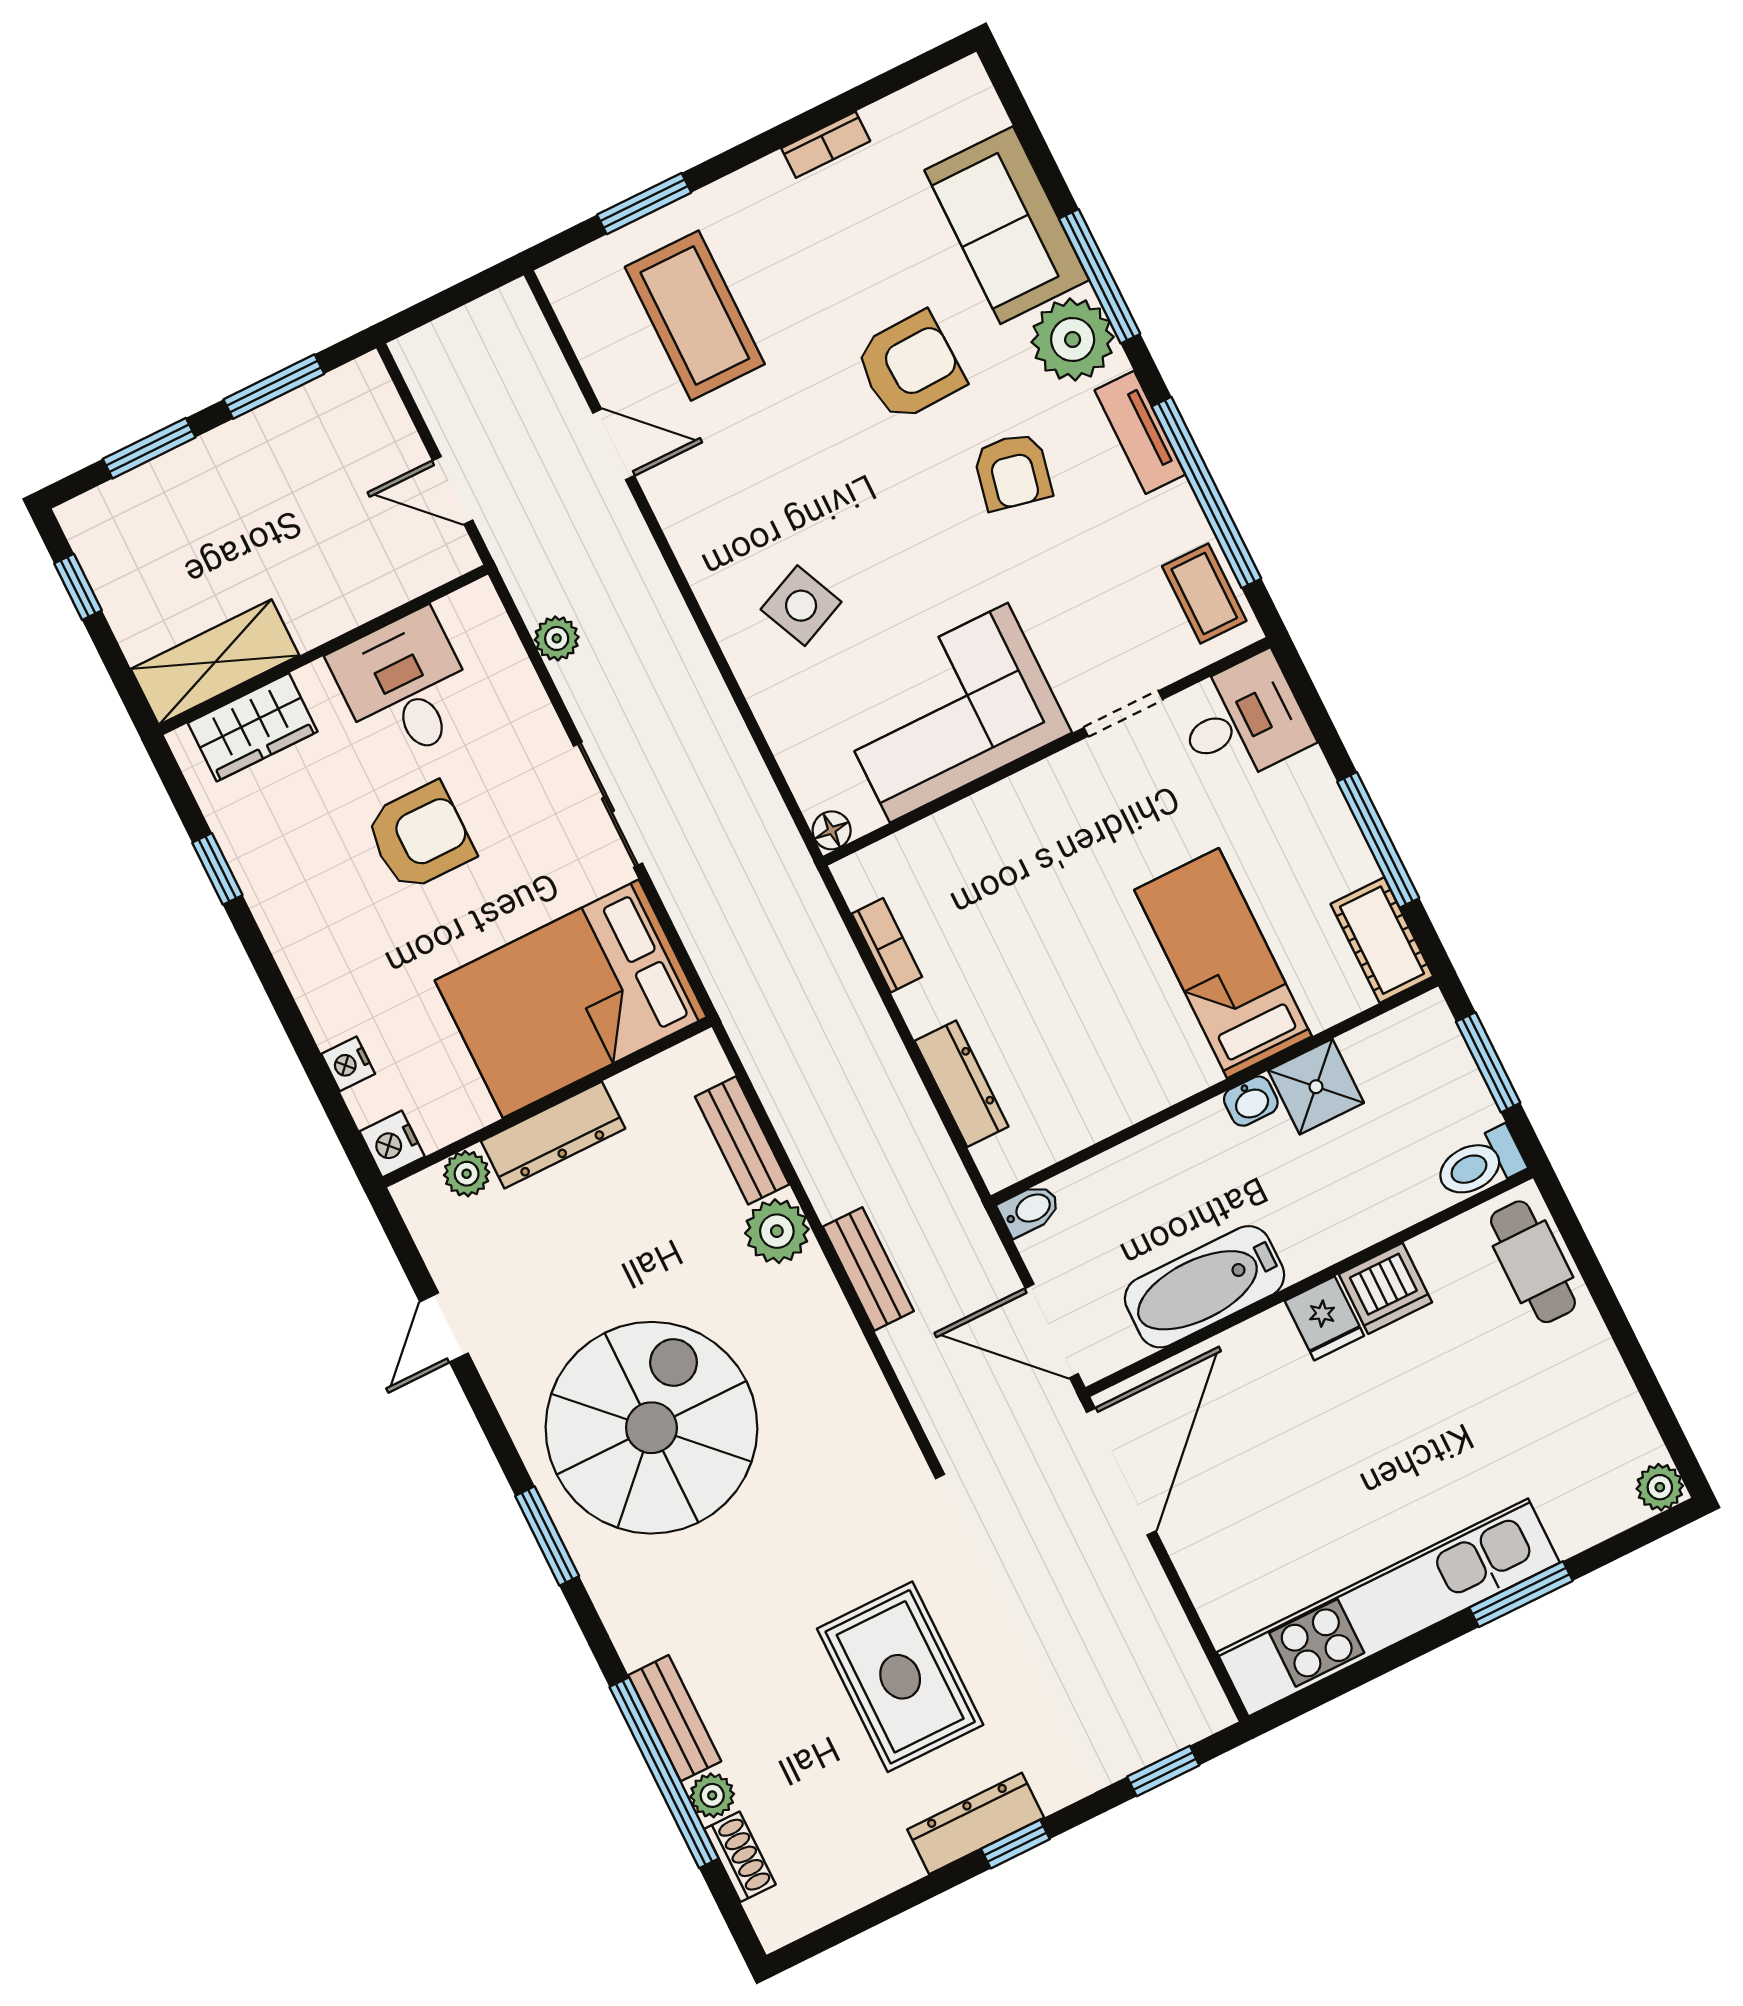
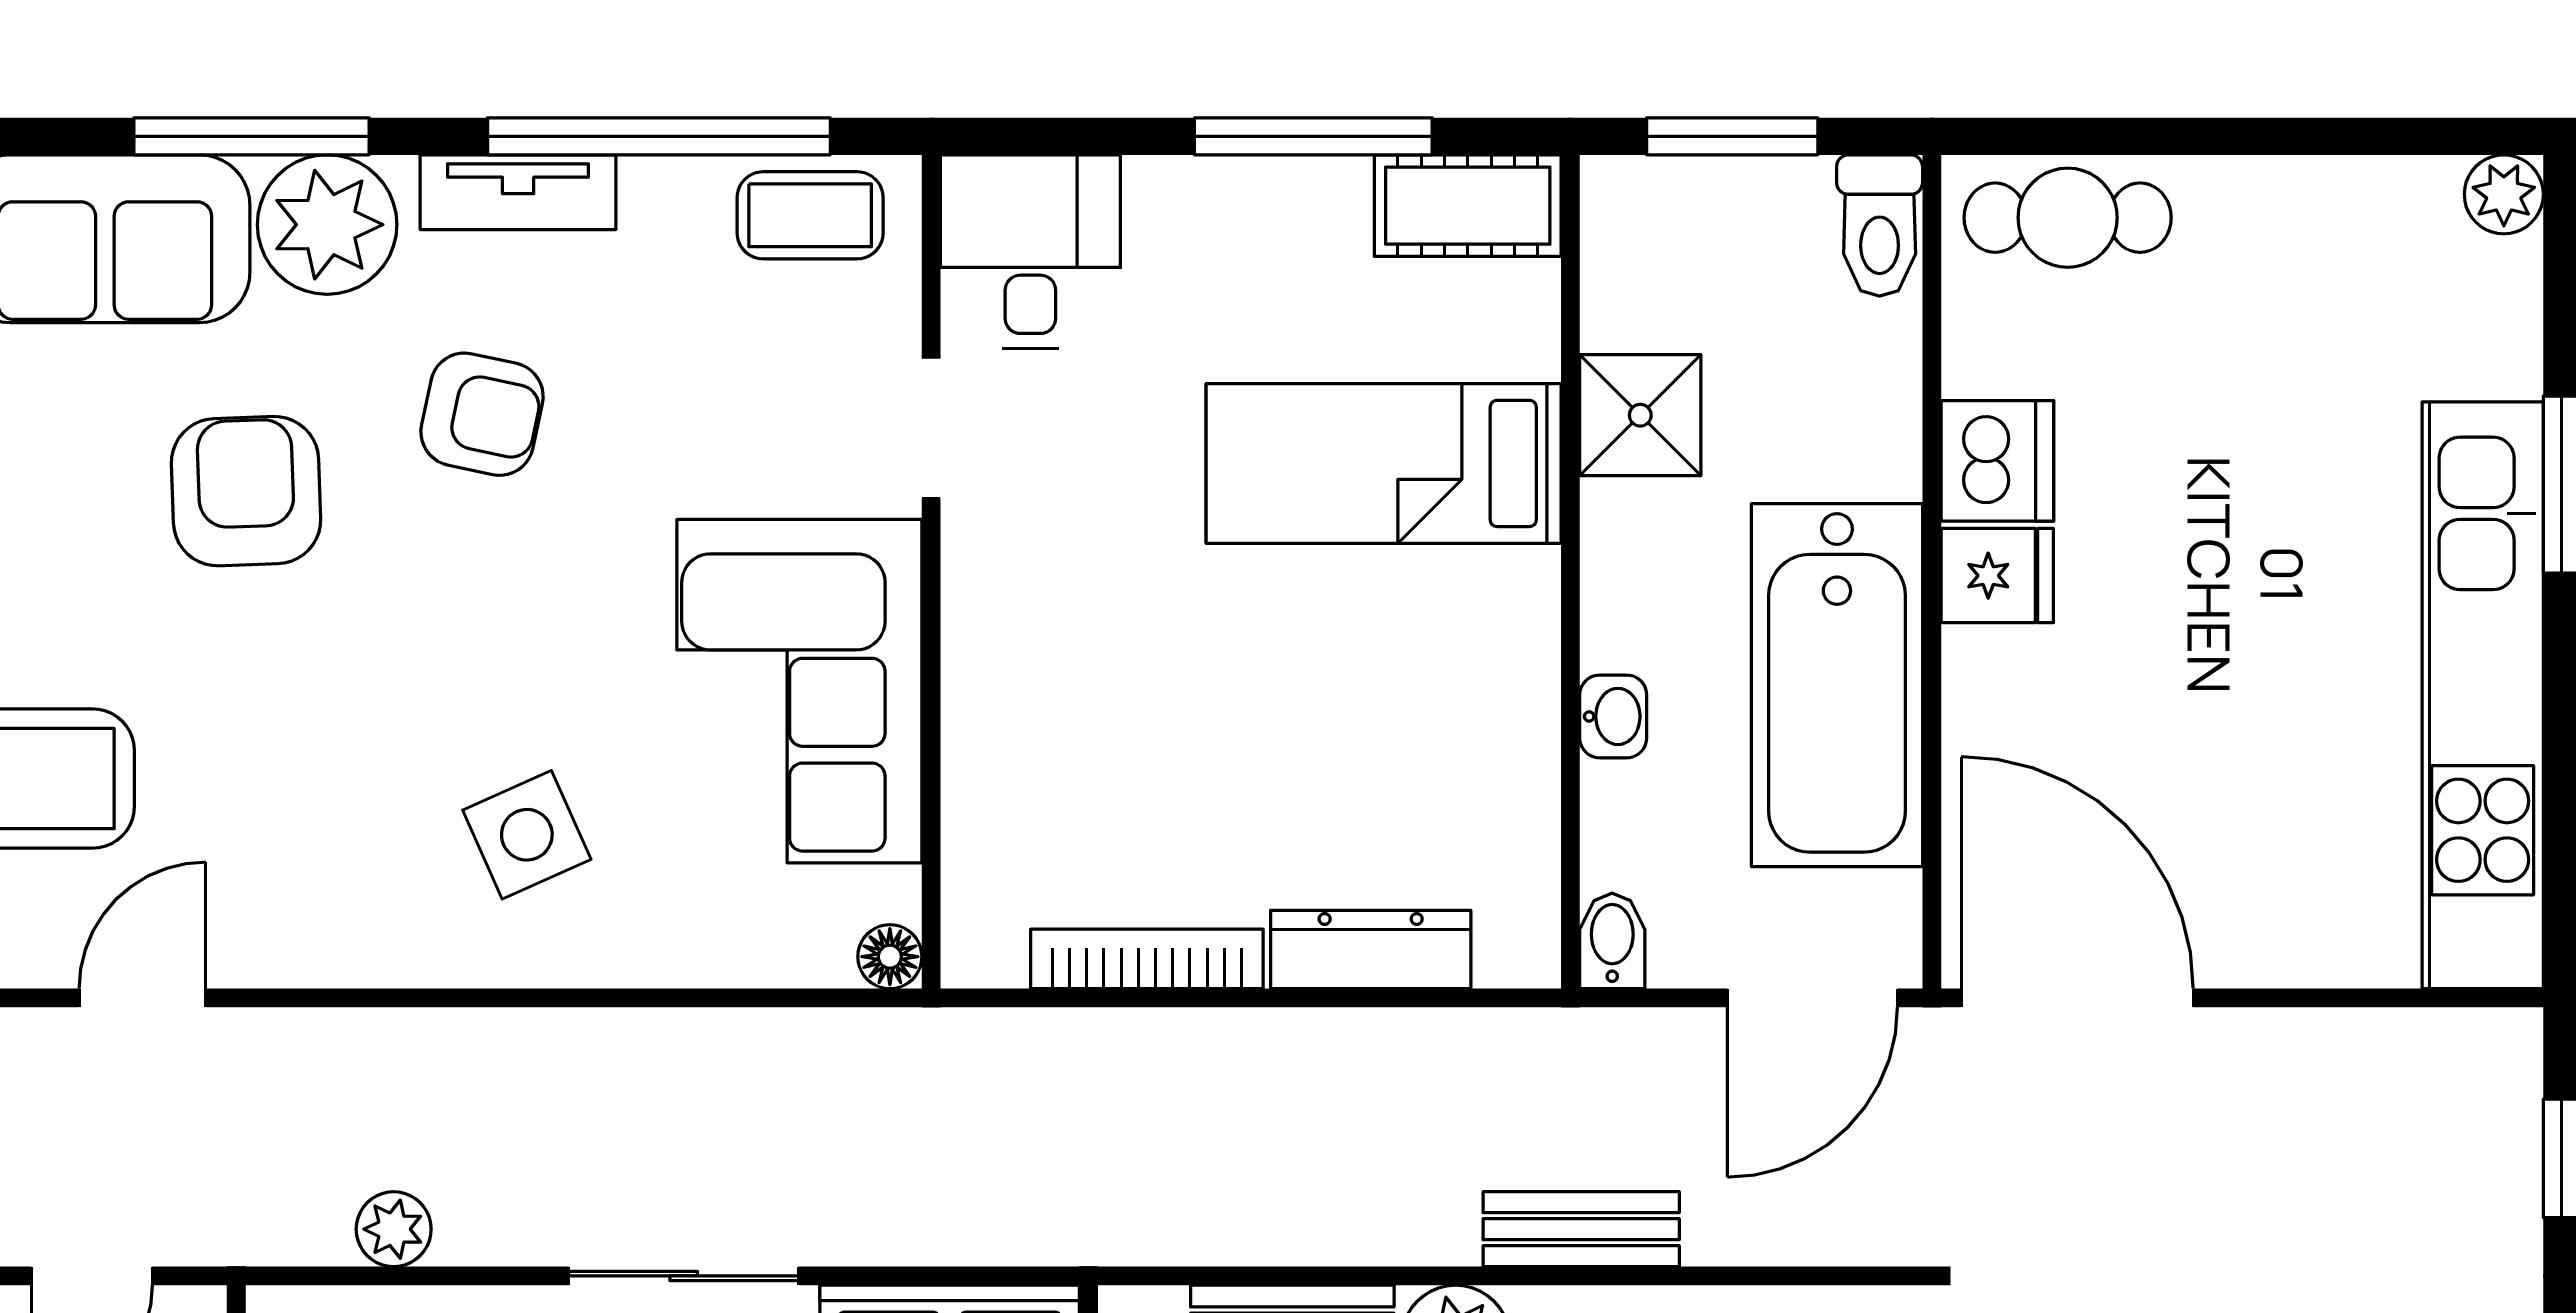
bookcase: (887, 945) -> (1147, 959), width x1.56
washbasin: (1251, 1101) -> (1613, 716), moved
bathtub: (1205, 1287) -> (1837, 685), width x1.36, depth x1.36

